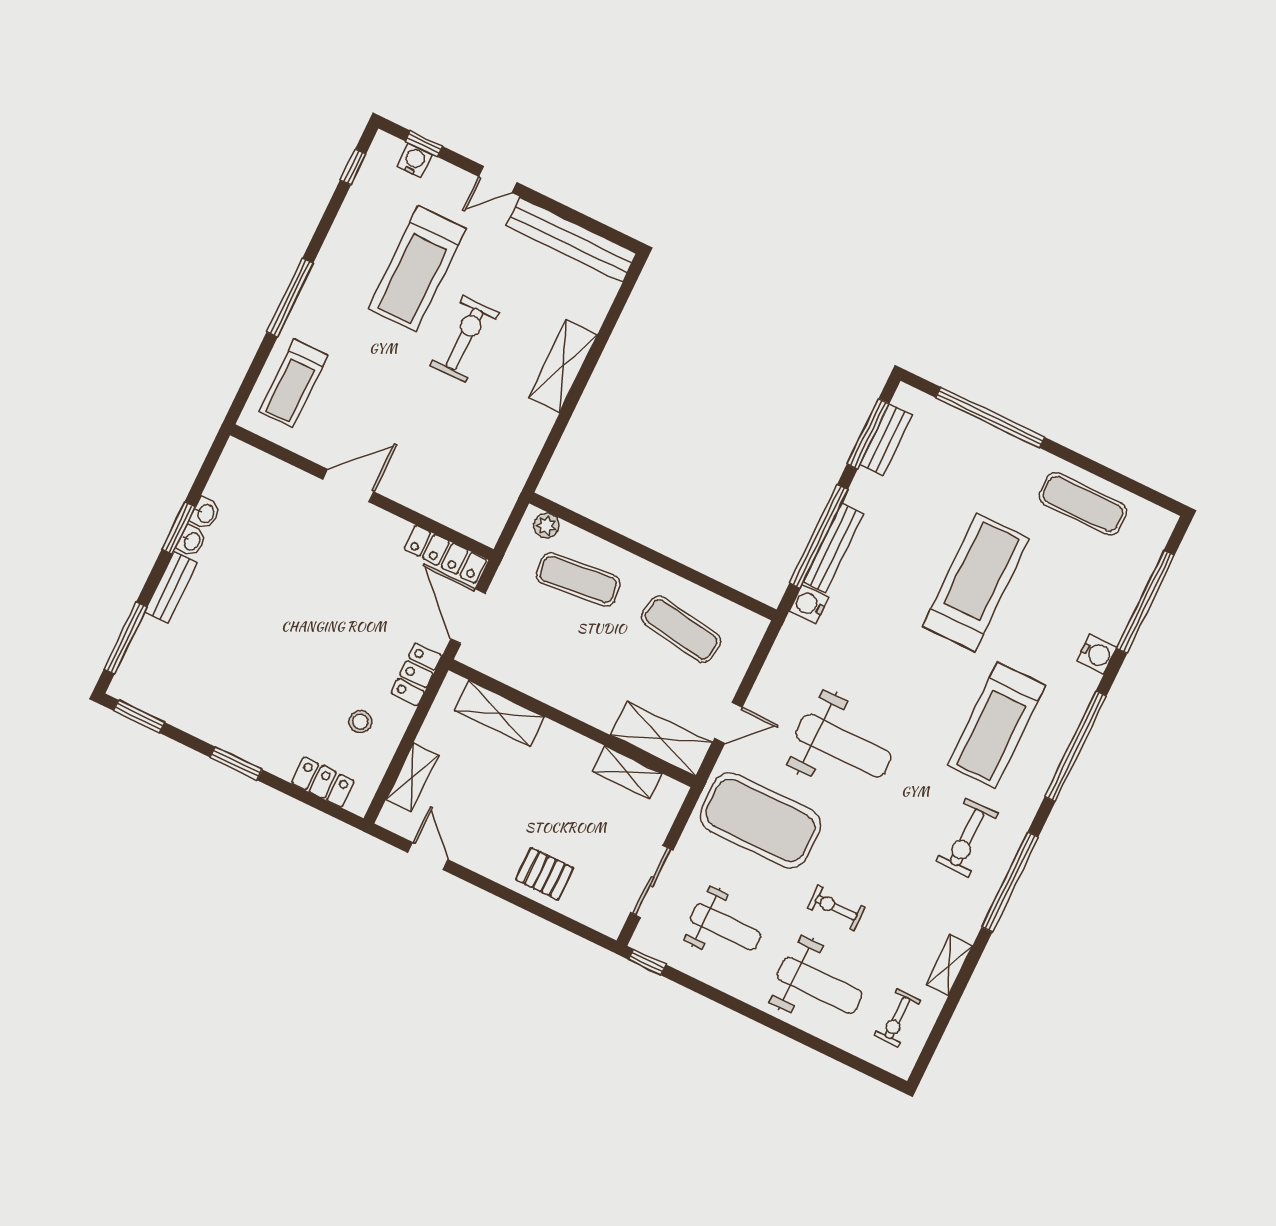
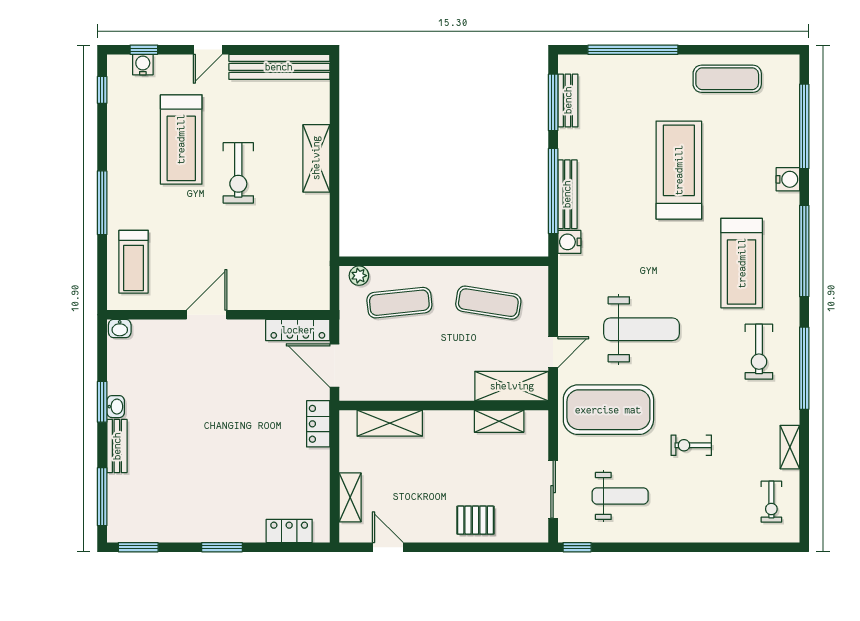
exercise bike: (464, 339) -> (238, 173), turned 180
washbasin: (205, 513) -> (120, 329), moved, turned 90
stool: (360, 722) -> (295, 476), removed
weight bench: (820, 985) -> (706, 505), removed

